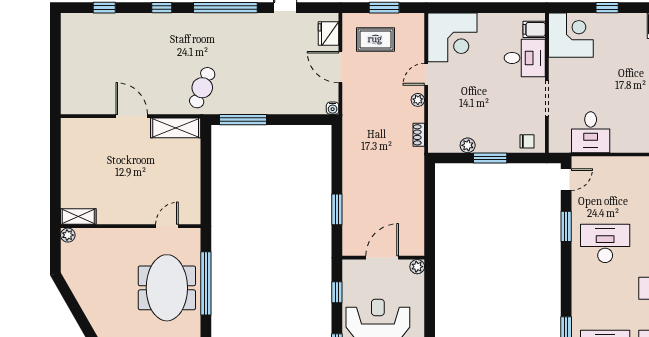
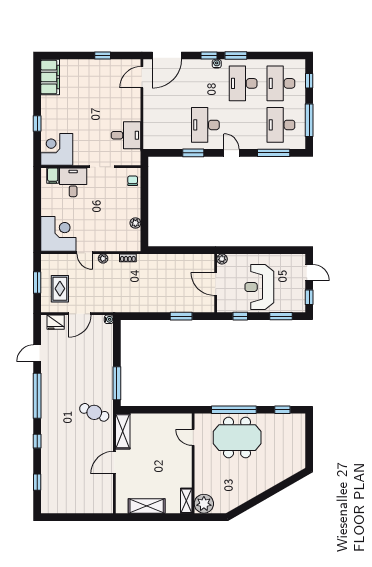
window: (490, 158) -> (144, 207), removed
shelving: (71, 161) -> (147, 506), added
door: (566, 180) -> (231, 153), moved
plant: (68, 235) -> (204, 504), width x1.88, depth x1.88

